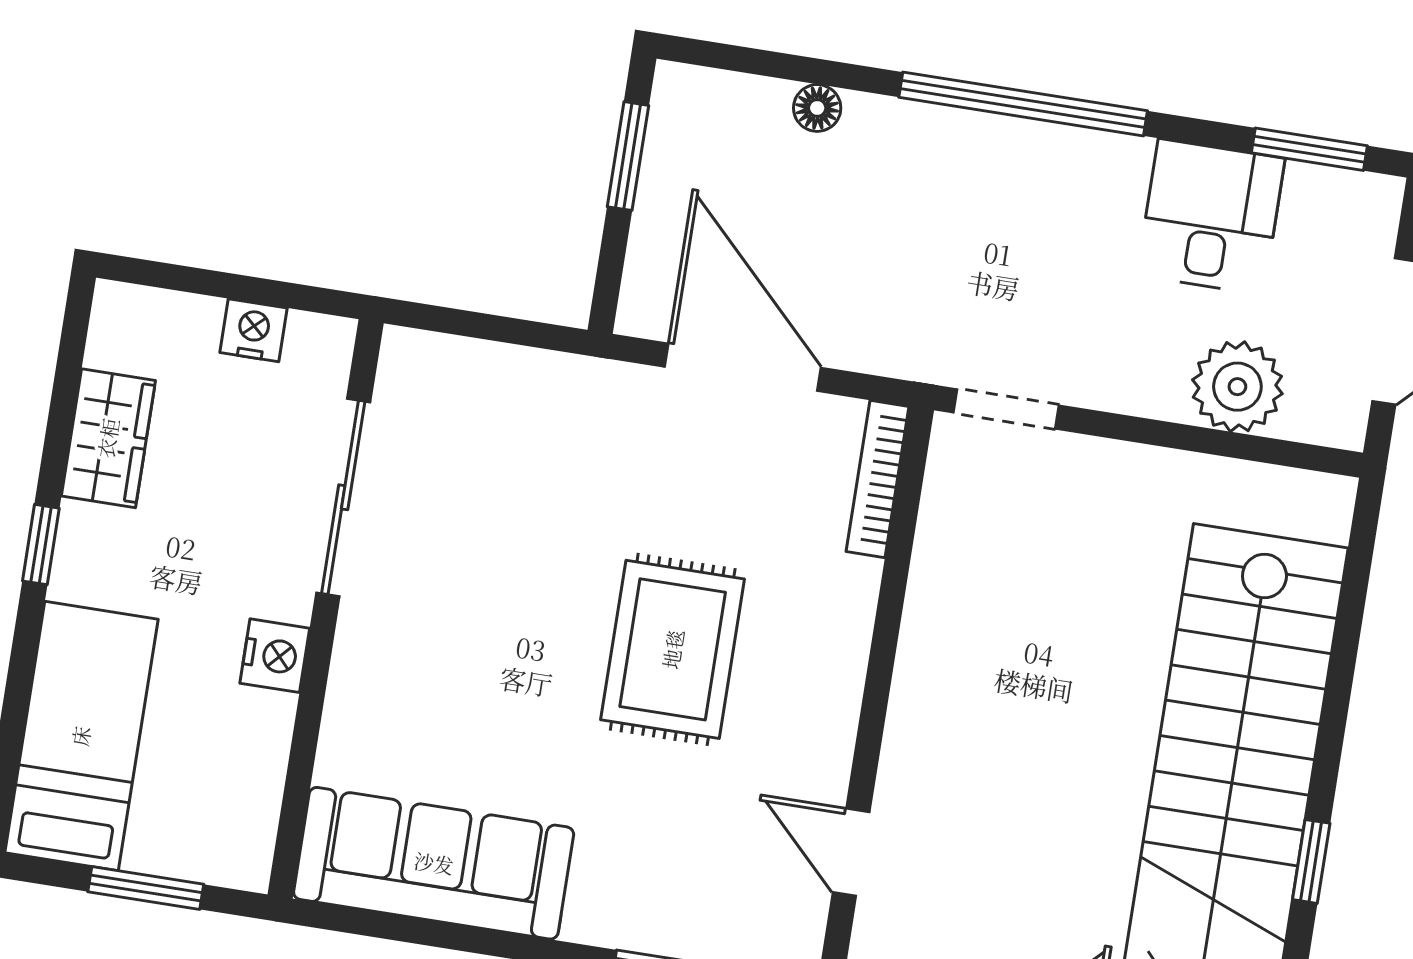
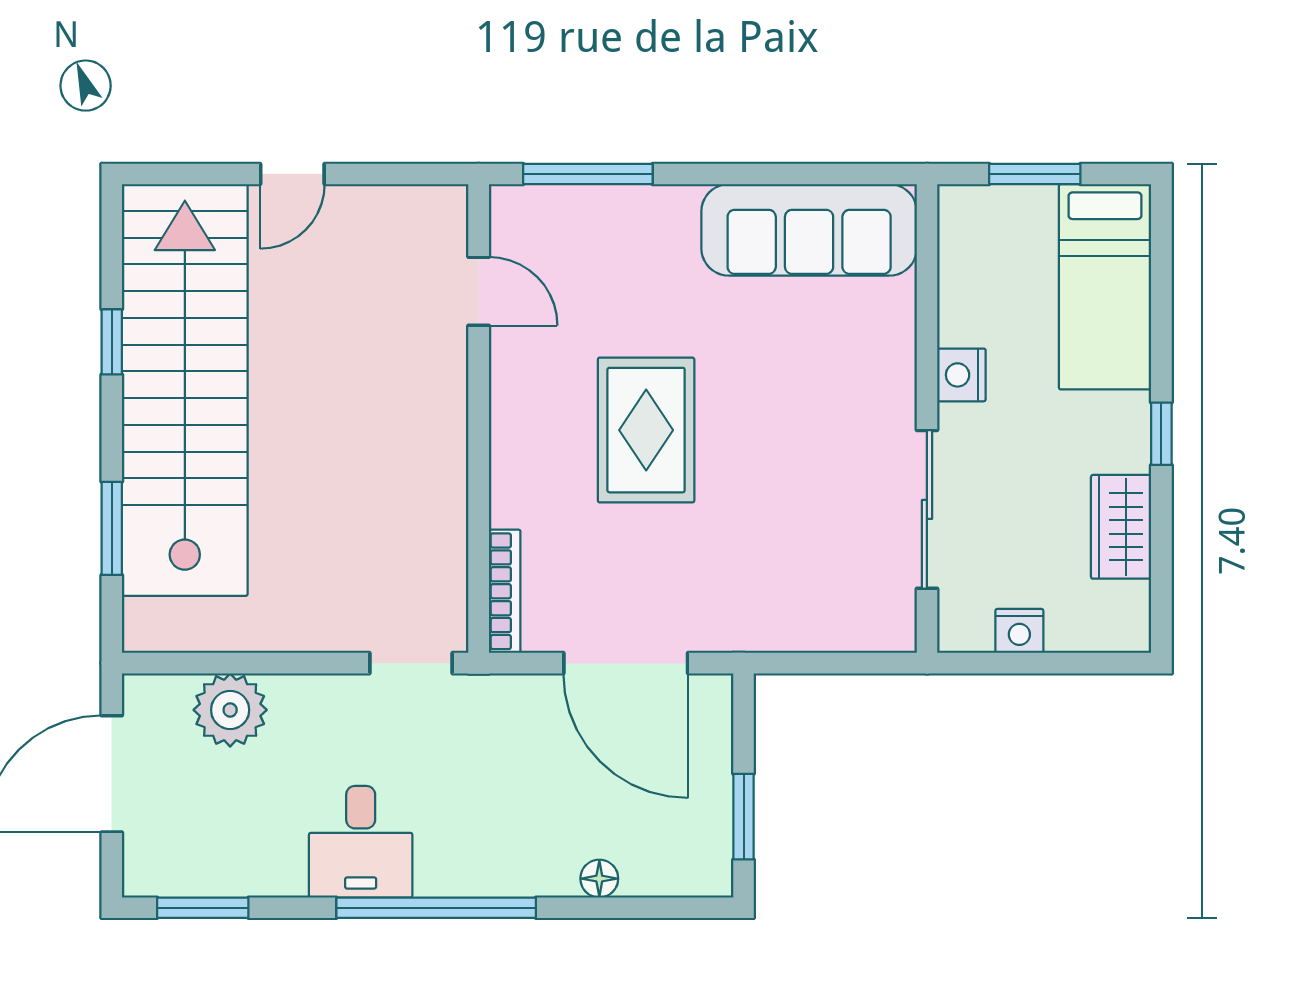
desk: (1211, 217) -> (361, 842), moved
window: (1347, 632) -> (112, 528), added

